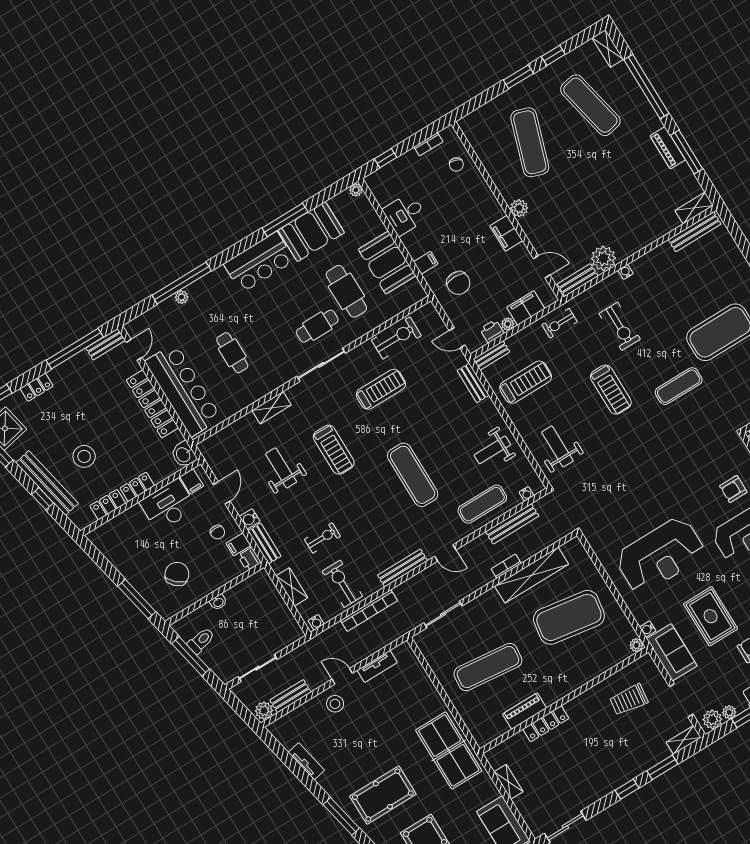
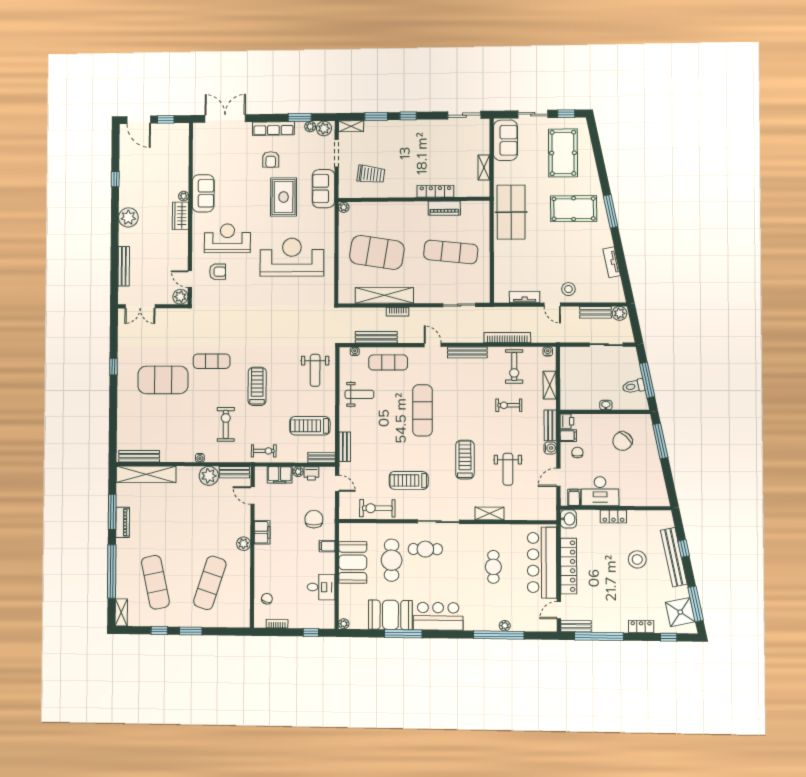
shelving: (694, 208) -> (146, 474), width x2.20, depth x1.33
locker: (108, 505) -> (641, 517), removed
water cooler: (648, 629) -> (330, 213), removed

